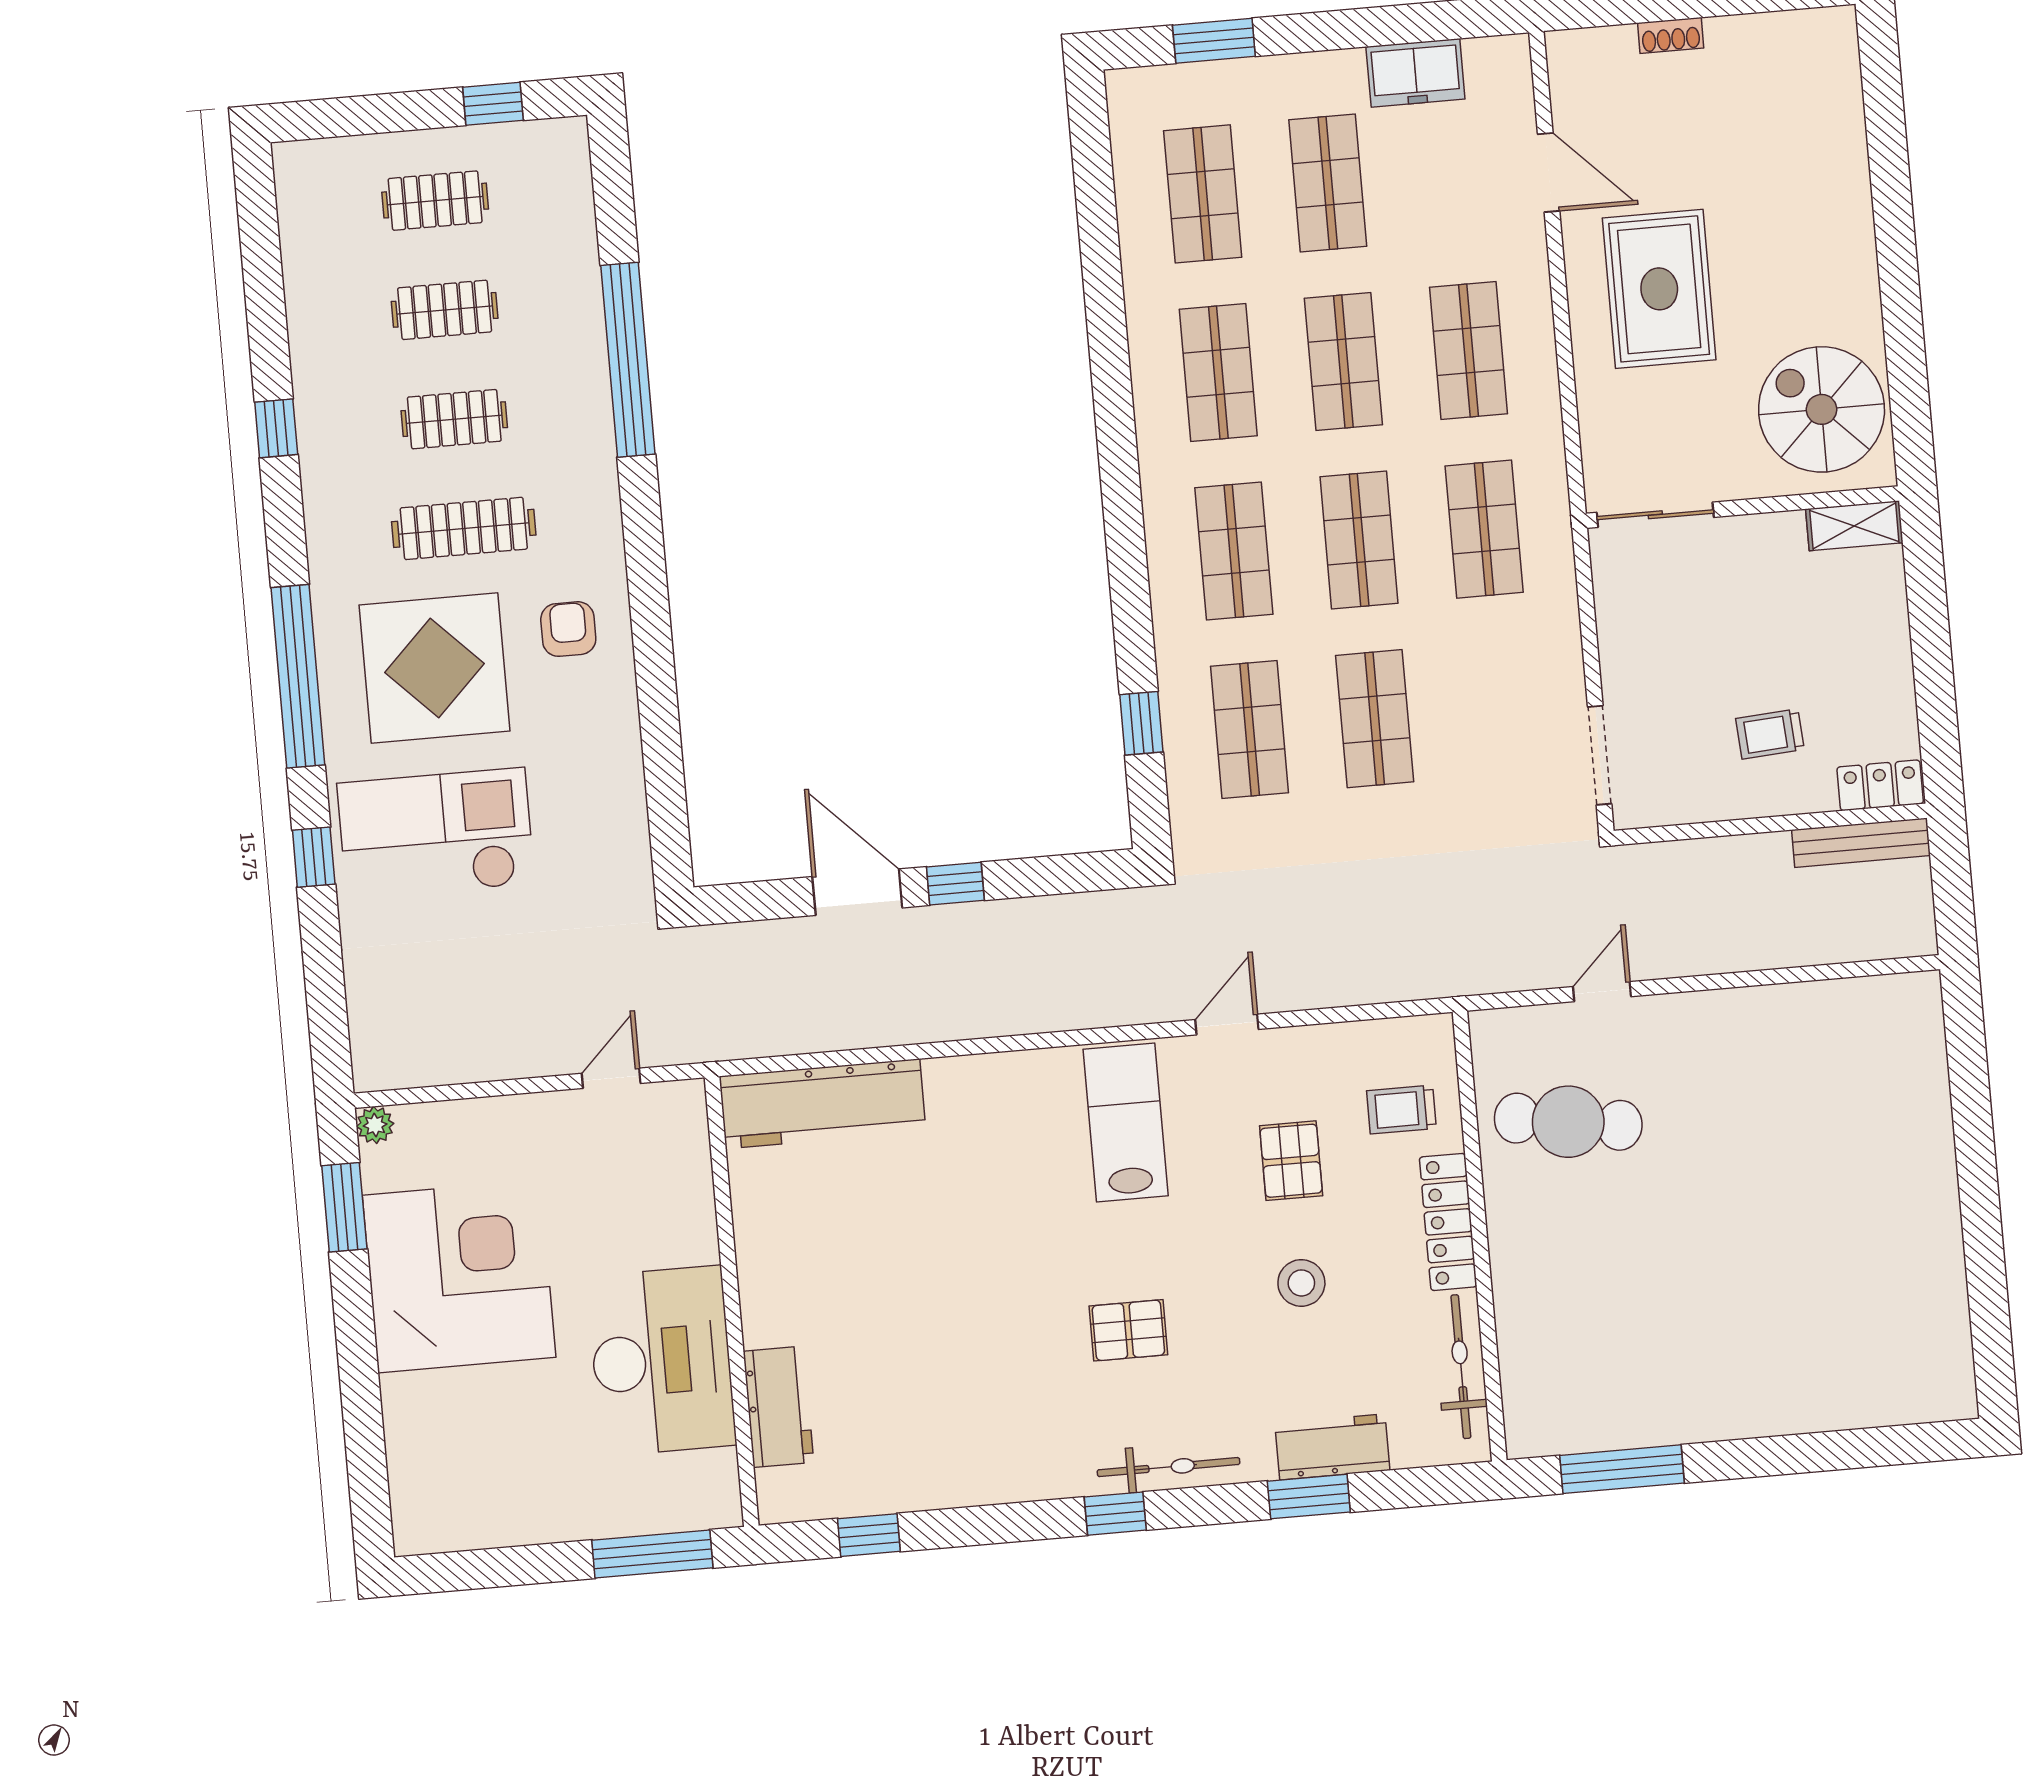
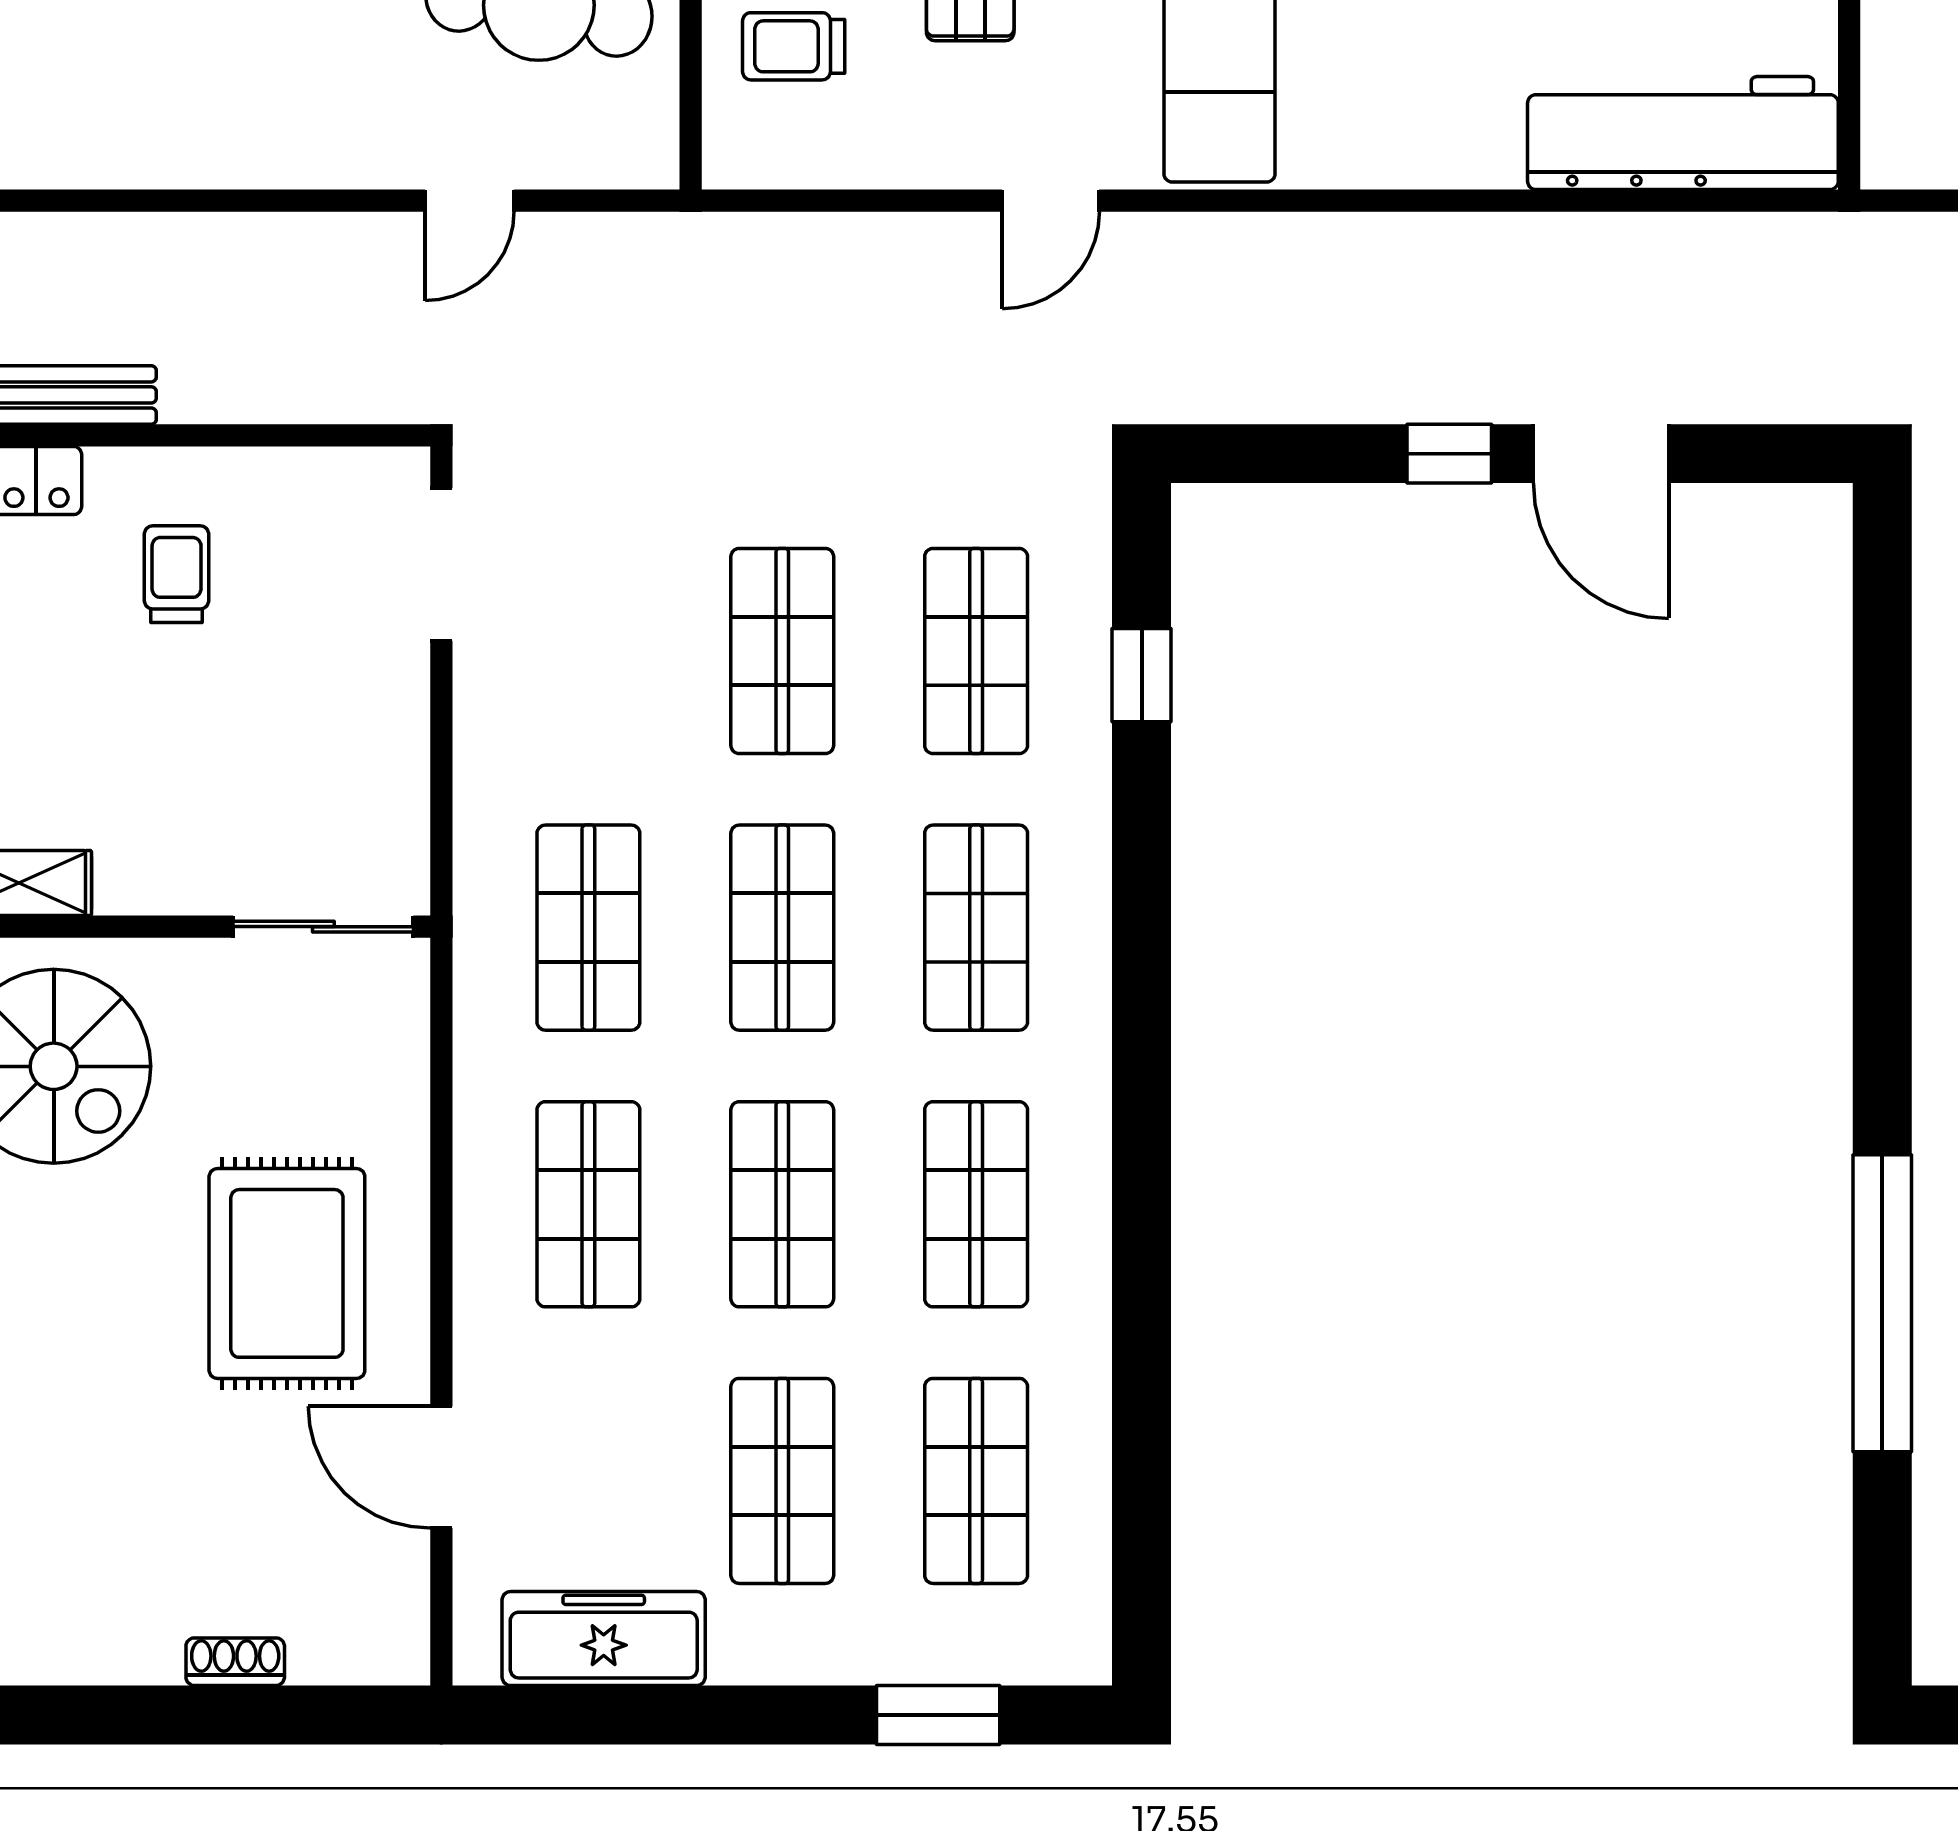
freezer: (1415, 73) -> (604, 1639), width x1.40
trolley: (1770, 734) -> (177, 574), turned -86
trolley: (1401, 1110) -> (794, 46), turned 180

